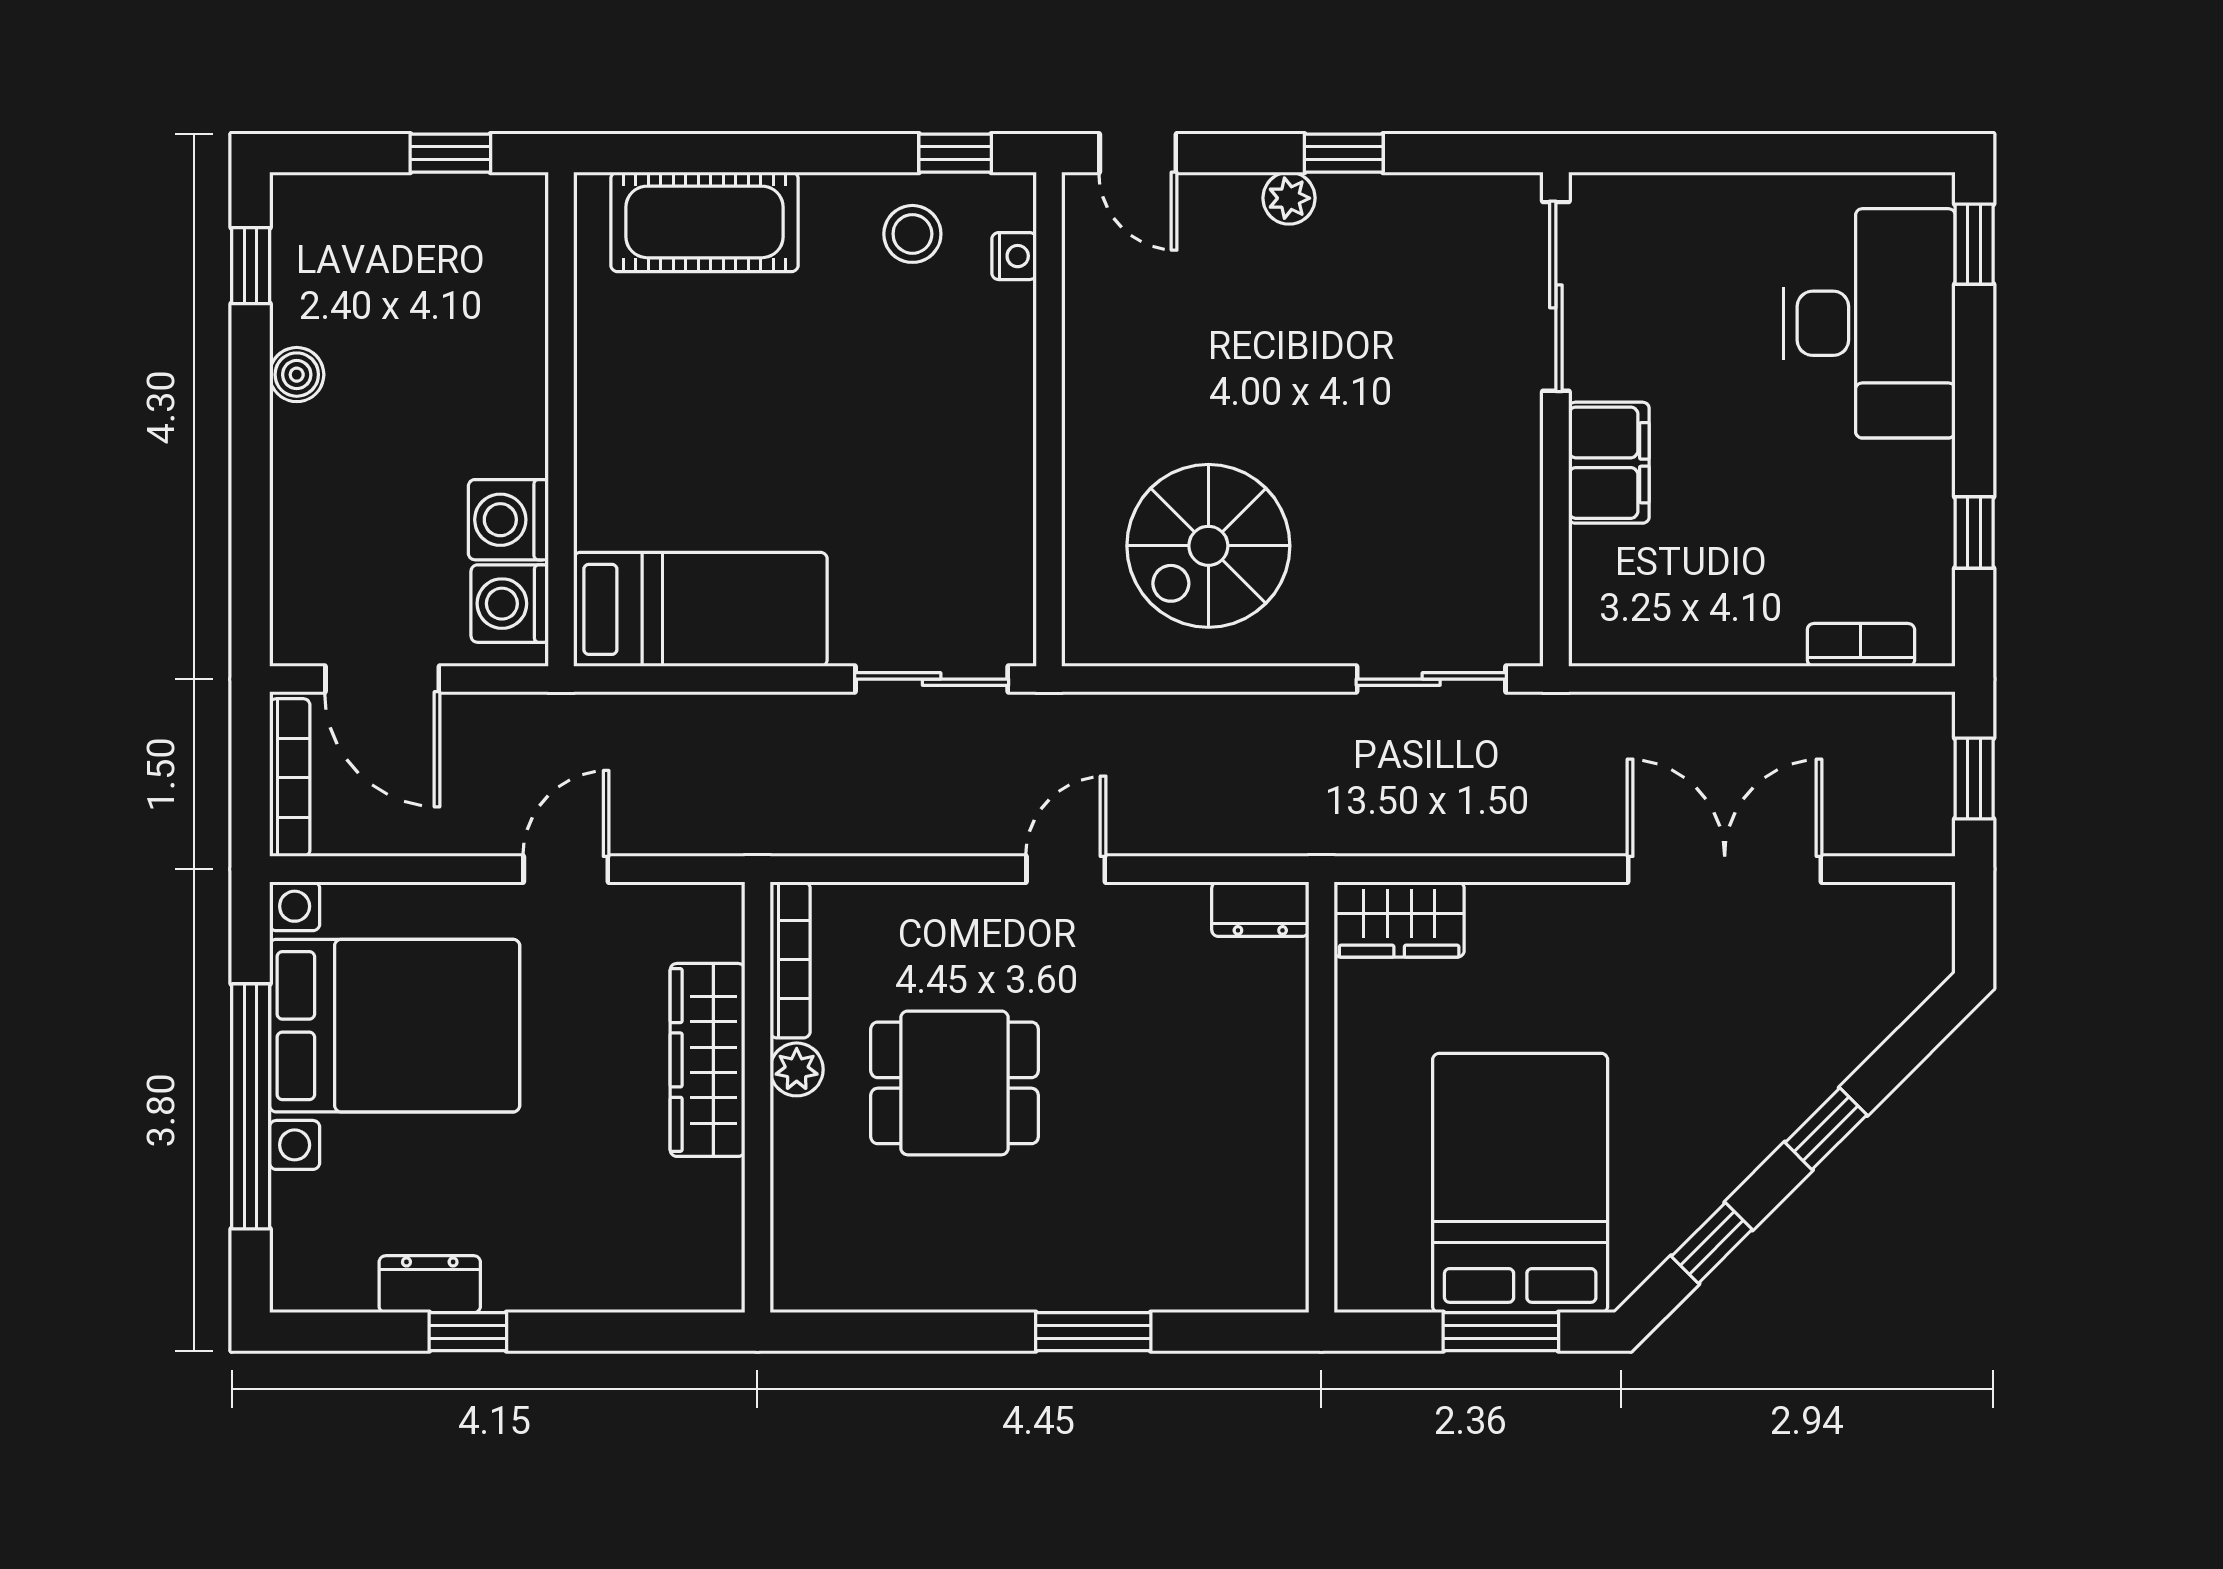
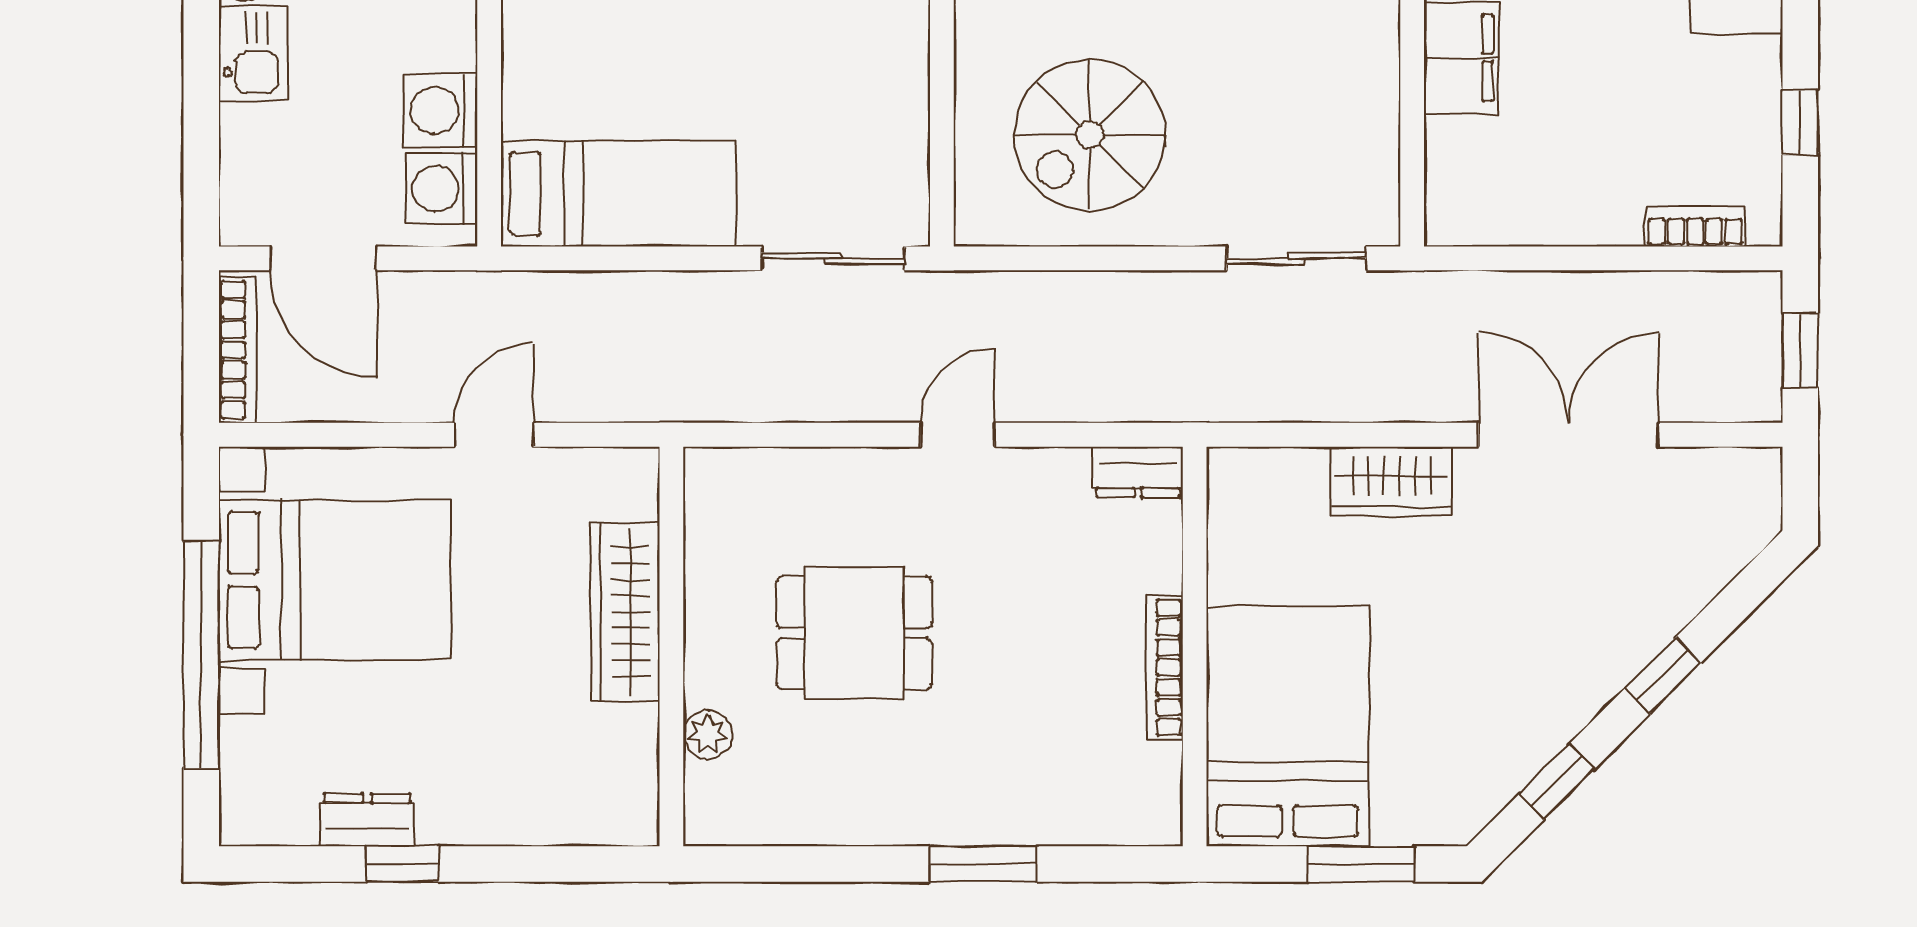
kitchen sink: (307, 458) -> (253, 53), added
wardrobe: (1399, 919) -> (1392, 481), moved
bookcase: (790, 960) -> (1164, 668), moved, turned 180
plant: (797, 1069) -> (708, 735), moved
bed: (1520, 1183) -> (1288, 726), moved

